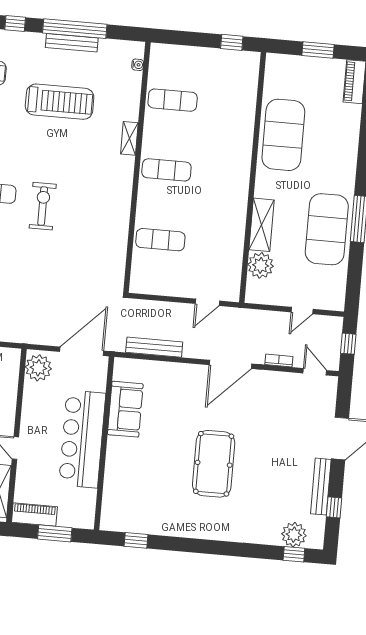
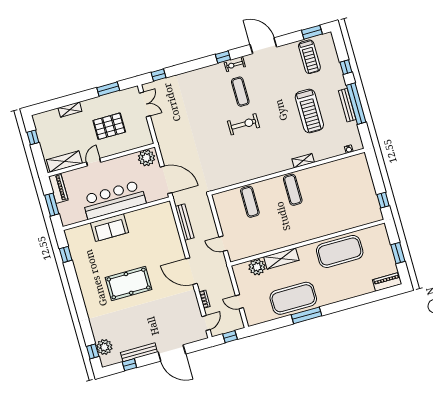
exercise mat: (173, 100) -> (336, 178), removed
sofa: (125, 409) -> (110, 228), moved

